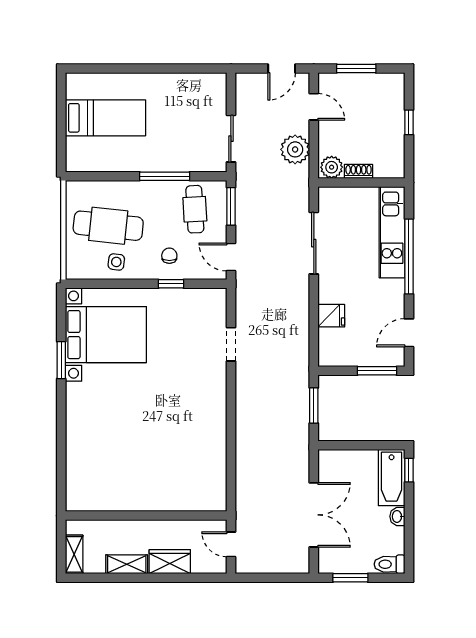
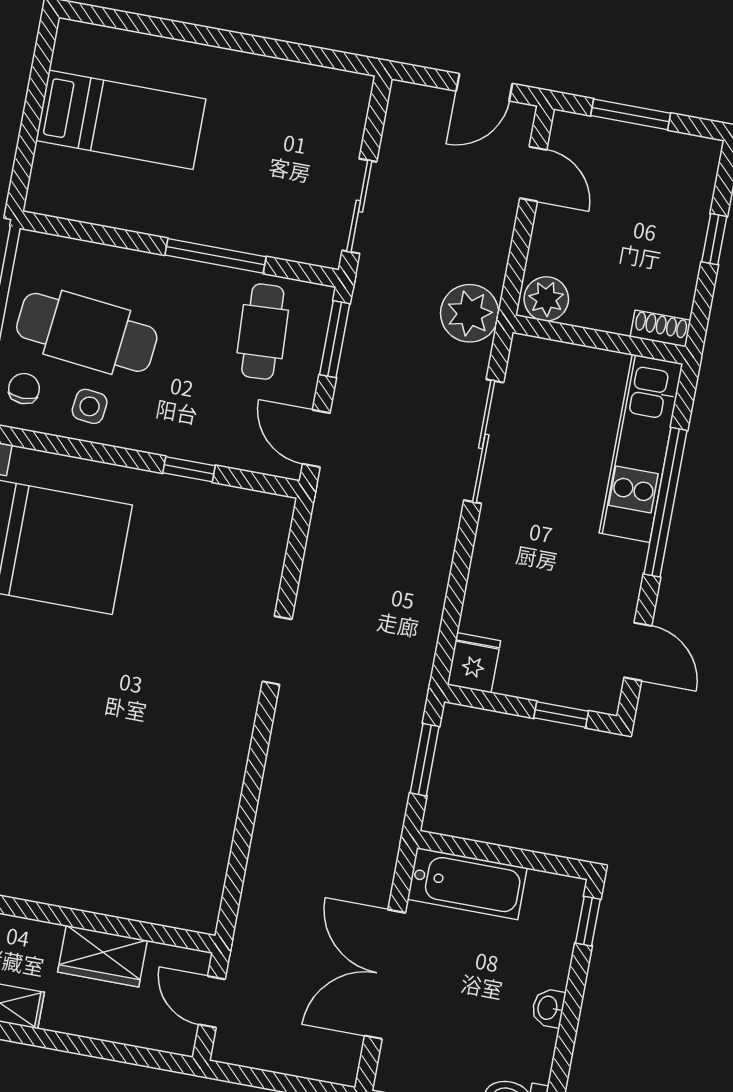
plant: (295, 149) -> (470, 313), moved
shoe rack: (359, 171) -> (661, 328), moved
chair: (169, 256) -> (24, 389), moved
fridge: (331, 316) -> (474, 663), moved, turned -90
door: (409, 333) -> (638, 652), swing flipped
doorway: (231, 344) -> (277, 650), moved
window: (377, 371) -> (561, 715), width x0.67
bathtub: (392, 478) -> (467, 884), moved, turned -90
double door: (314, 515) -> (385, 974), swing flipped
wardrobe: (170, 562) -> (102, 956), moved, turned 180

